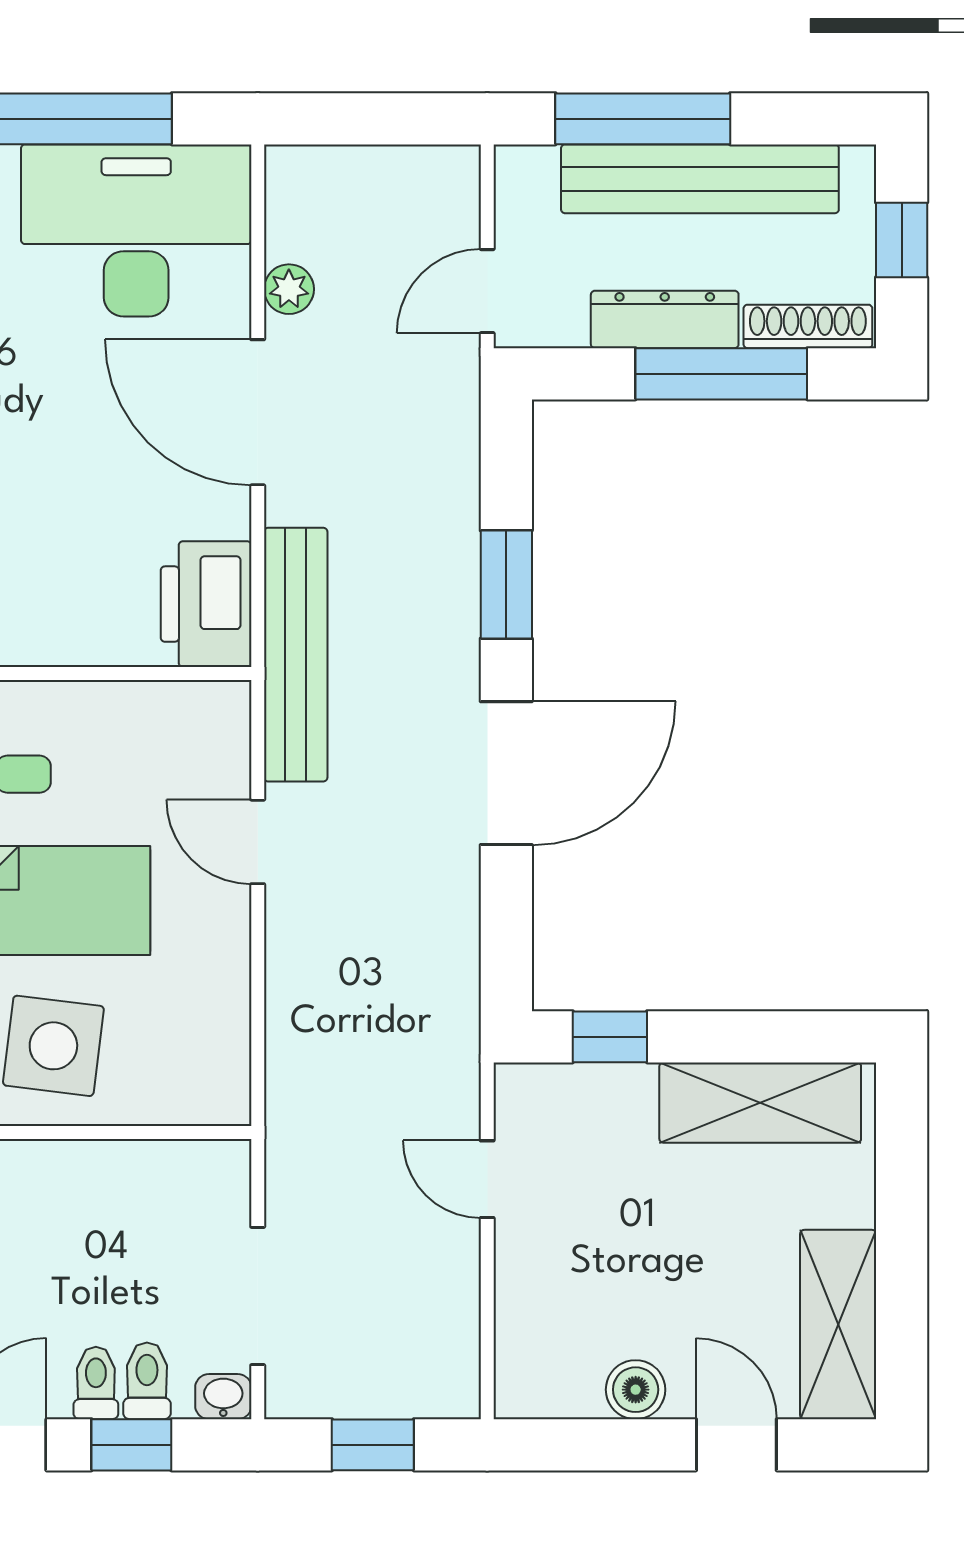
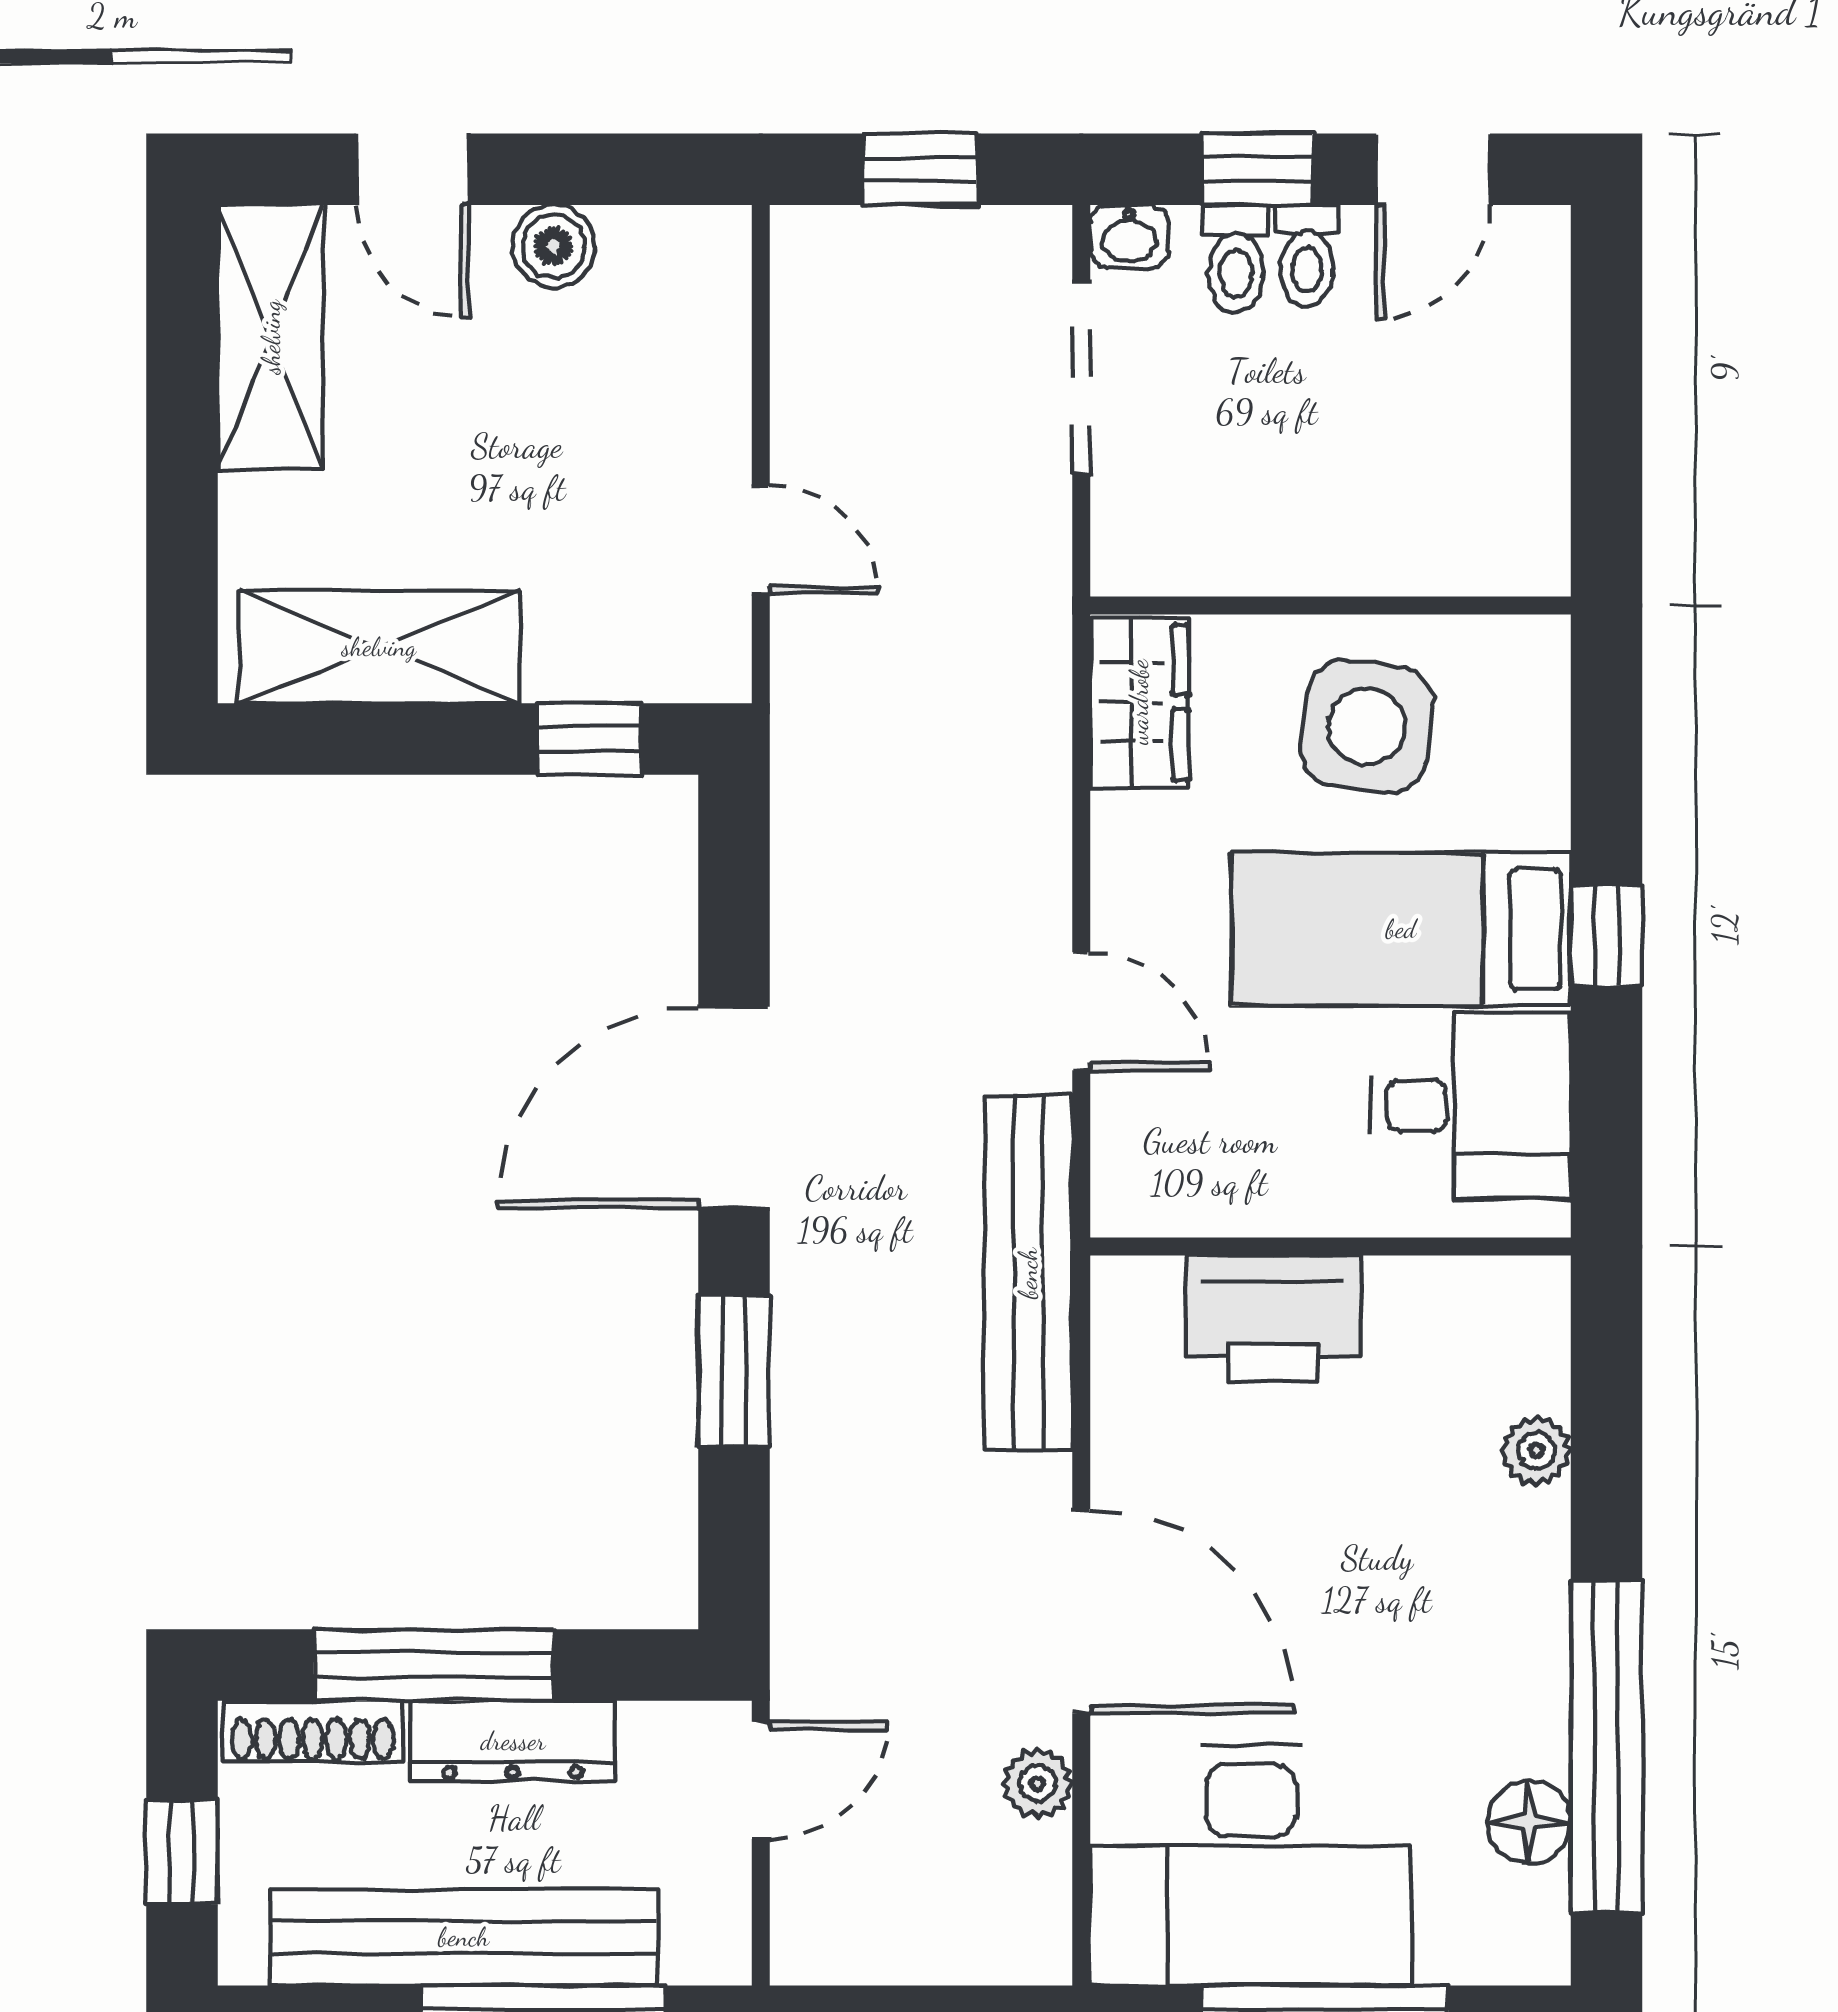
printer: (206, 604) -> (1274, 1319), moved, turned 90
wardrobe: (216, 1063) -> (1139, 702), added

